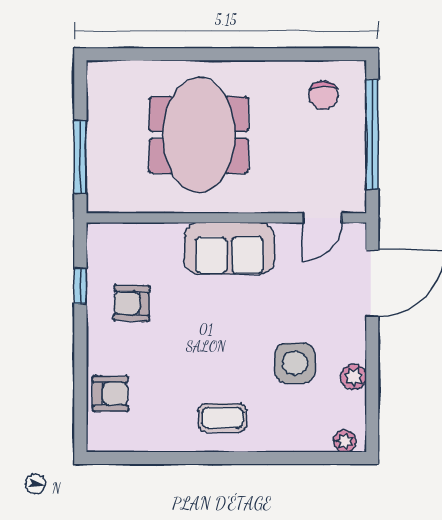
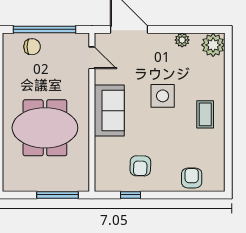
chair: (323, 95) -> (32, 47), moved
side table: (295, 363) -> (163, 96), moved
plant: (345, 441) -> (213, 45), width x1.87, depth x1.87

